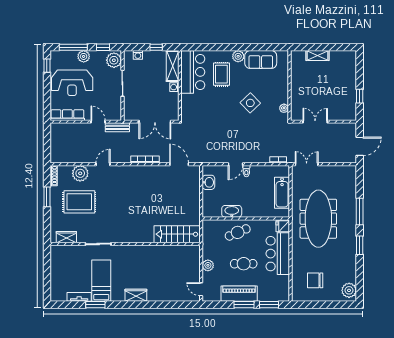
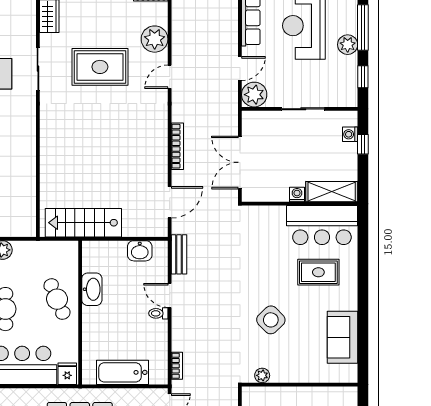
window: (156, 47) -> (363, 144), moved
plant: (238, 56) -> (348, 300), removed
plant: (114, 60) -> (254, 95), moved
bench: (117, 127) -> (179, 254), moved
door: (103, 164) -> (170, 77), swing flipped
rug: (79, 202) -> (100, 67), moved, turned 90
stairs: (177, 234) -> (83, 223), moved, turned -90

